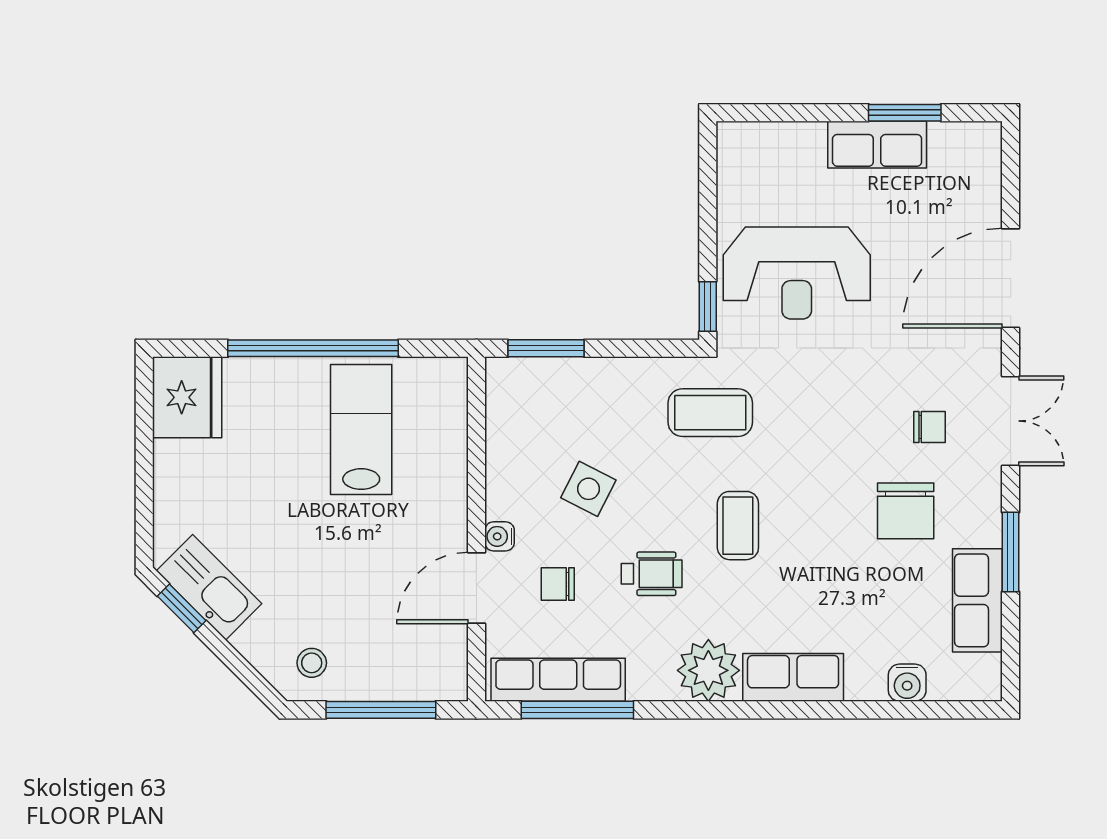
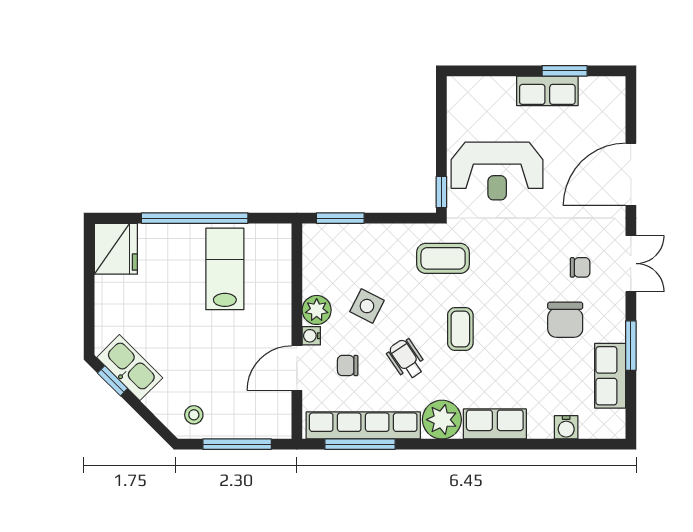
plant: (508, 495) -> (317, 310), added
wheelchair: (652, 574) -> (406, 359), turned -124
row of seats: (558, 680) -> (363, 425), width x1.36

